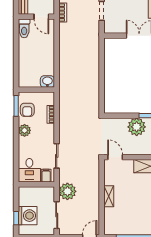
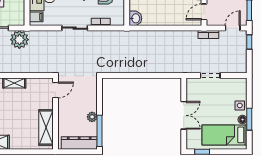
plant: (137, 127) -> (92, 117), width x0.53, depth x0.53
sliding door: (57, 156) -> (75, 28), moved

